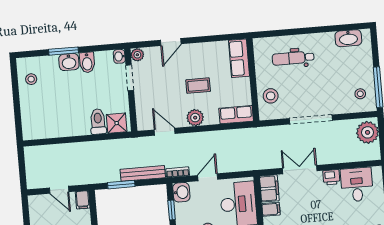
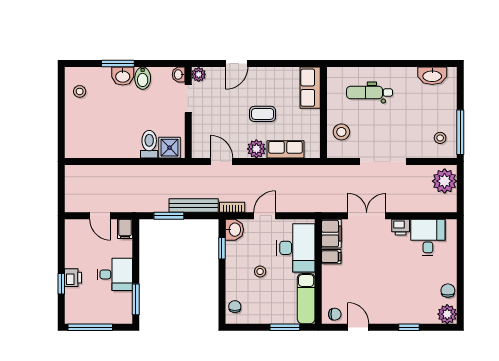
row of seats: (236, 115) -> (285, 149), moved

